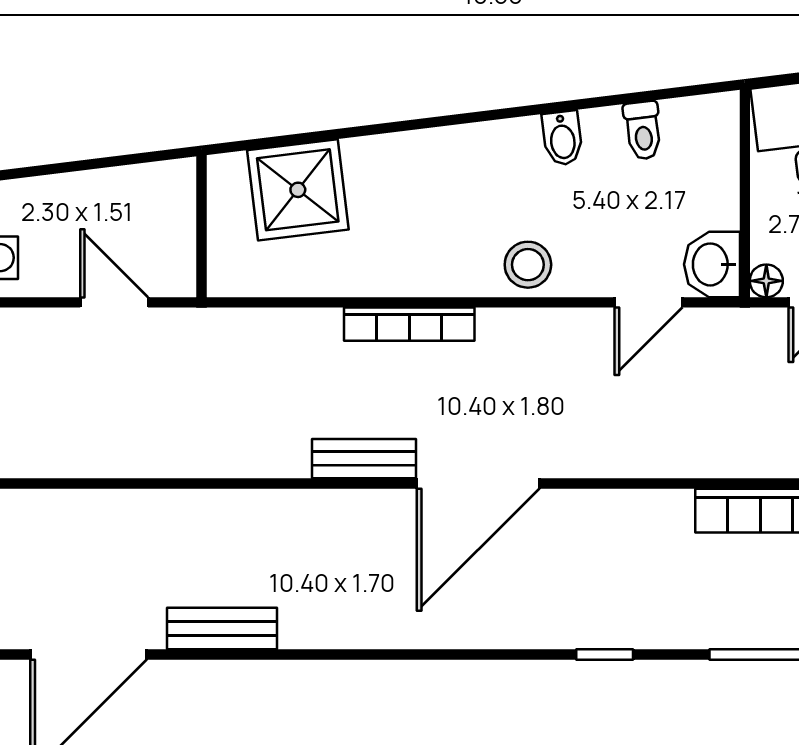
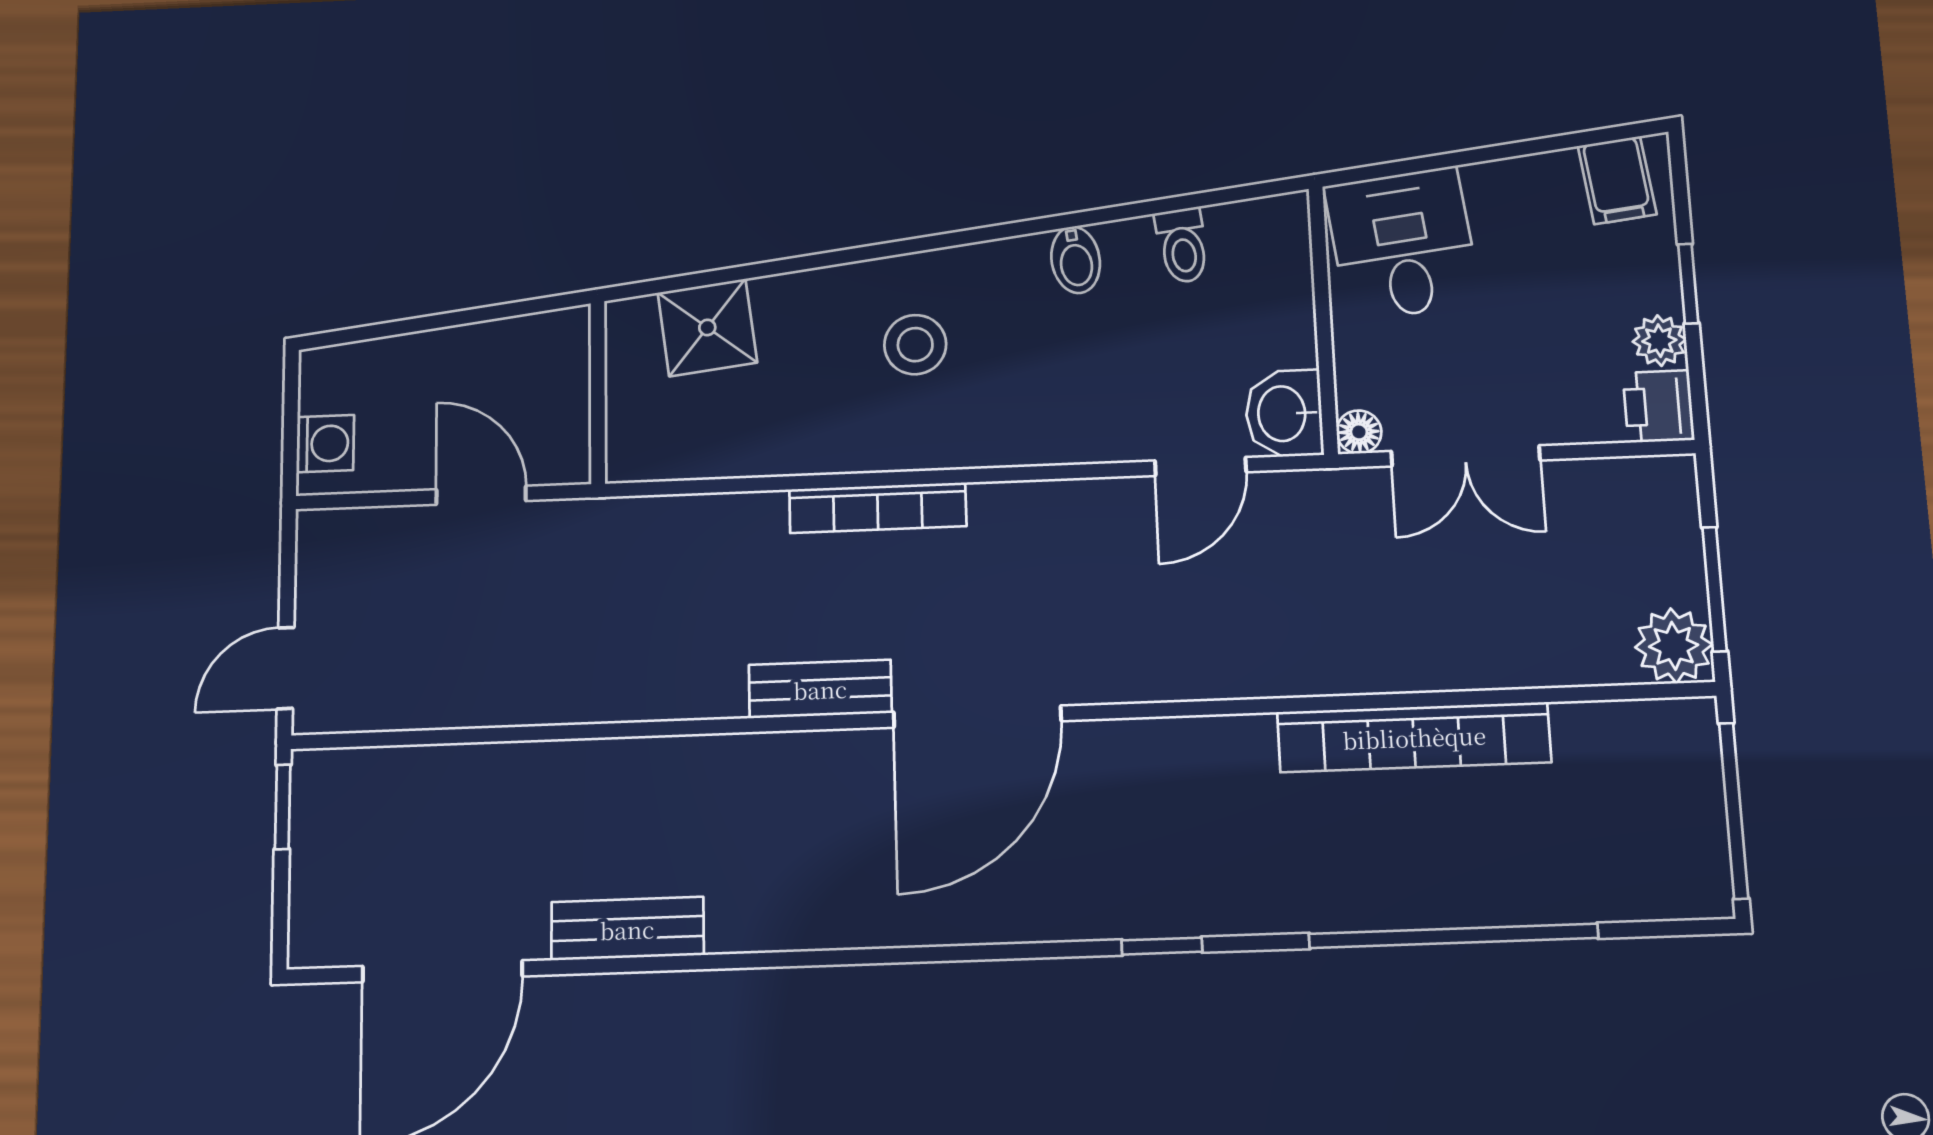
shower: (298, 190) -> (707, 327), width x0.73, depth x0.73
stool: (528, 265) -> (915, 345), moved

